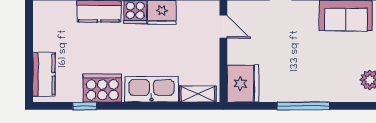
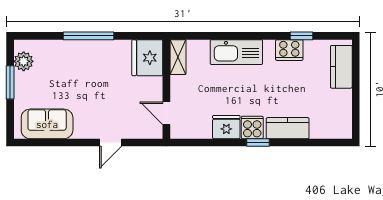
cooker: (102, 88) -> (289, 50), width x0.73, depth x0.76
shelving: (198, 94) -> (178, 57), moved, turned 90

